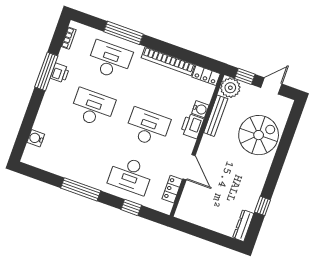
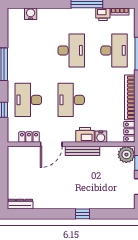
printer: (60, 73) -> (103, 14), moved
bench: (216, 116) -> (83, 151), moved
desk: (148, 127) -> (71, 100), turned 180
spiral stairs: (259, 135) -> (97, 191), removed
window: (263, 206) -> (82, 214), moved

